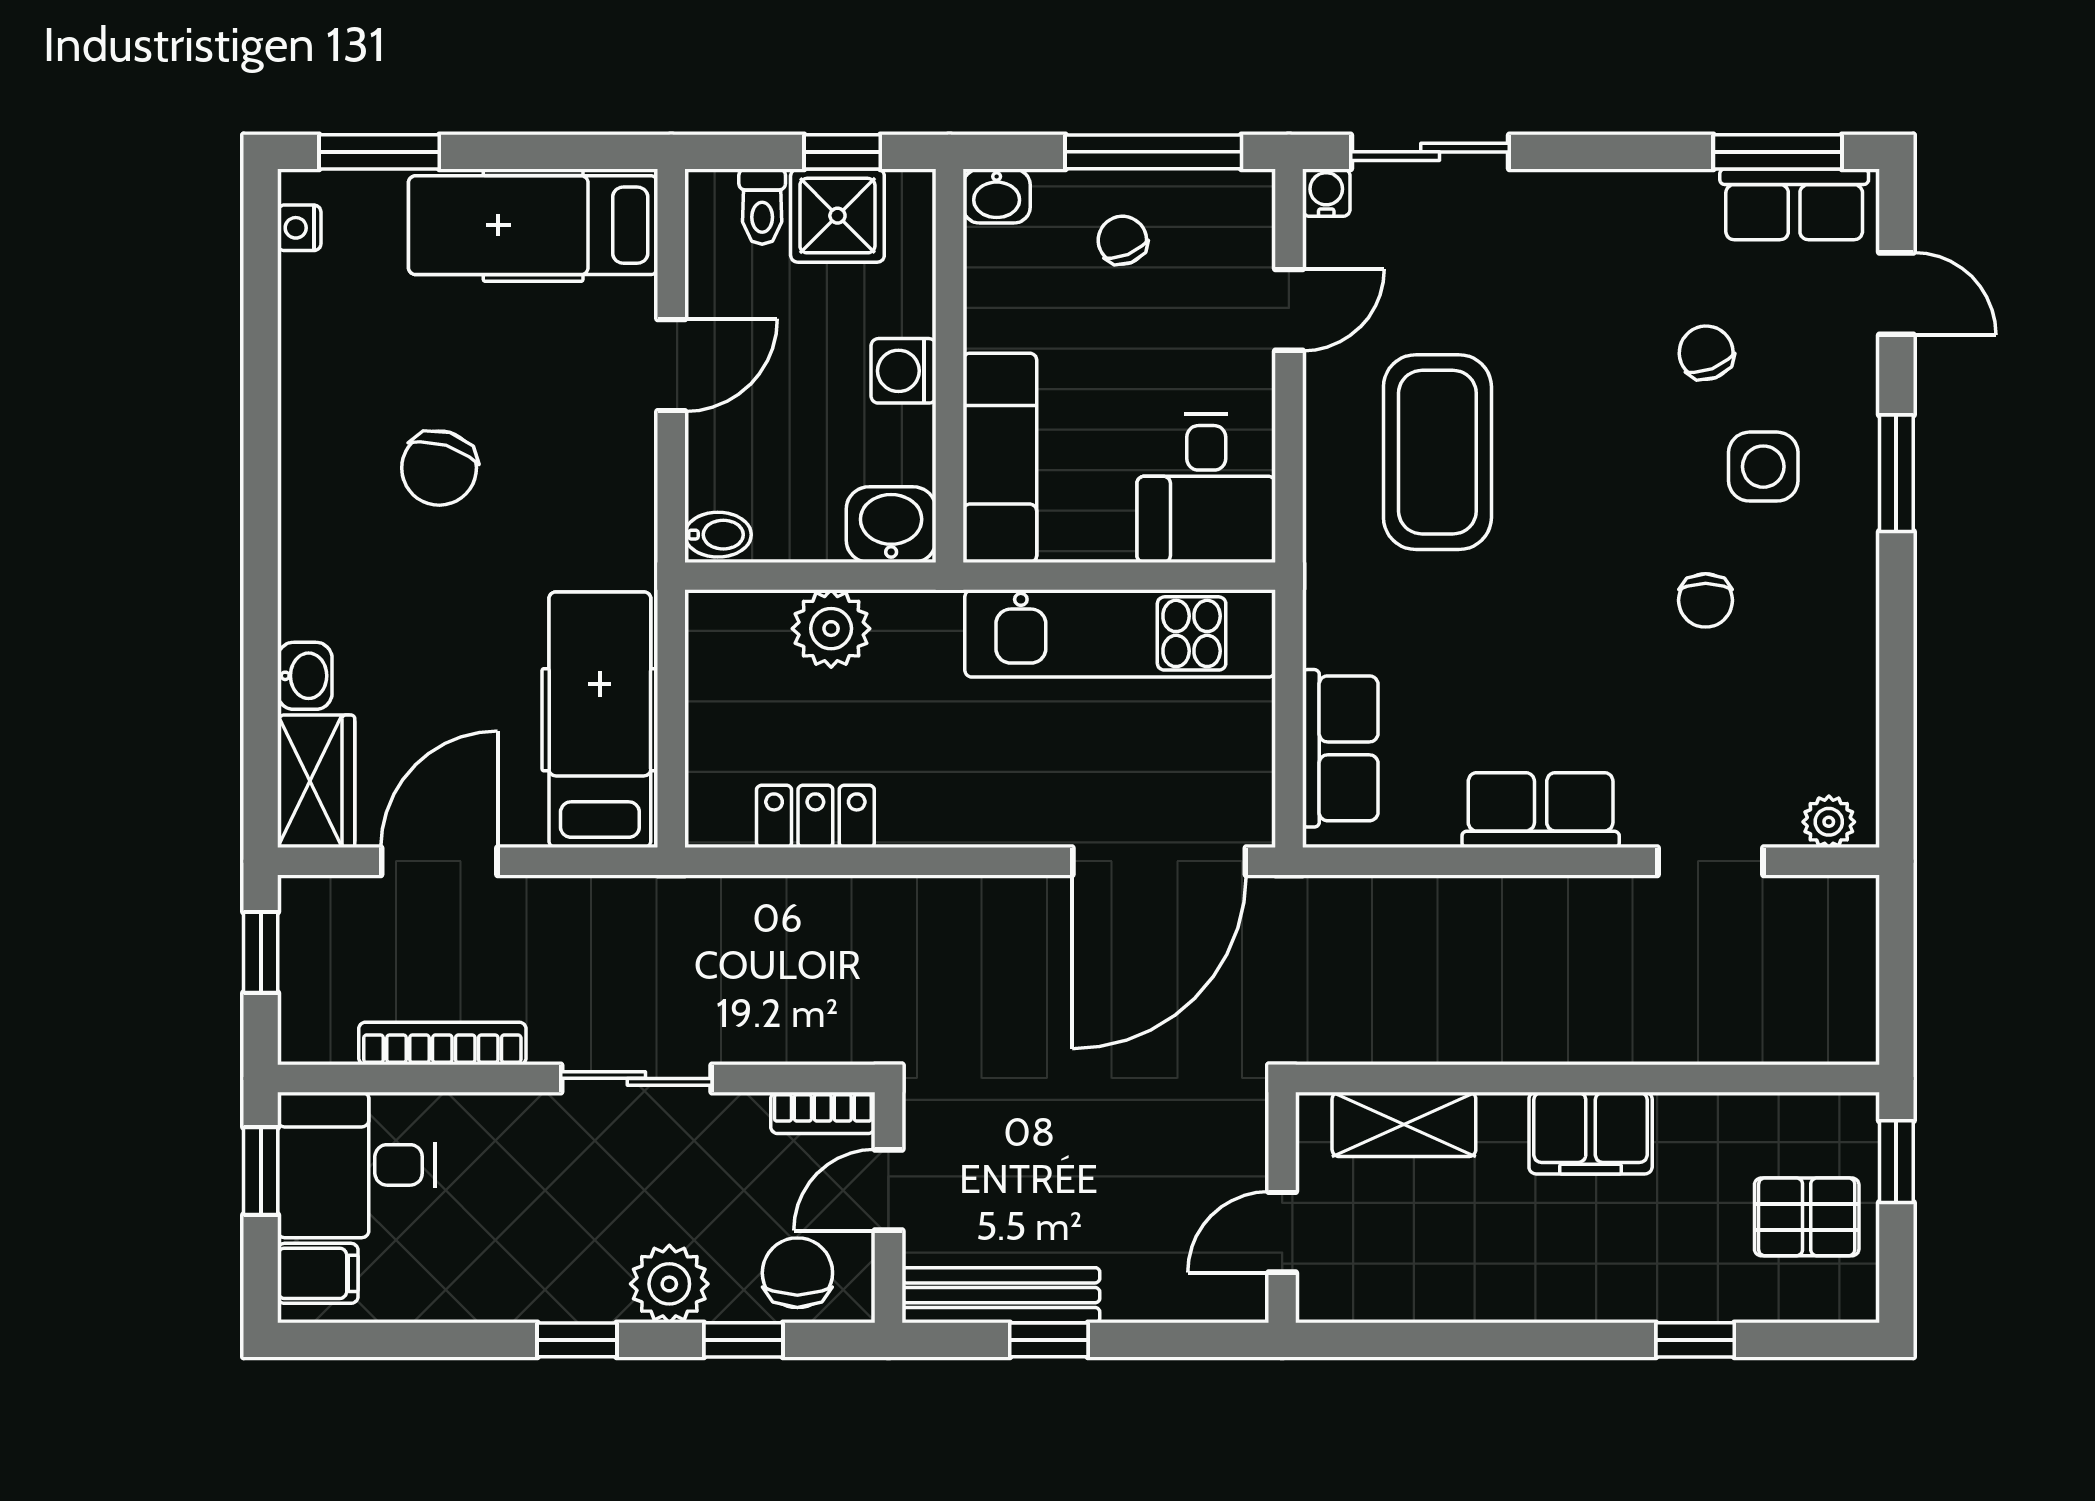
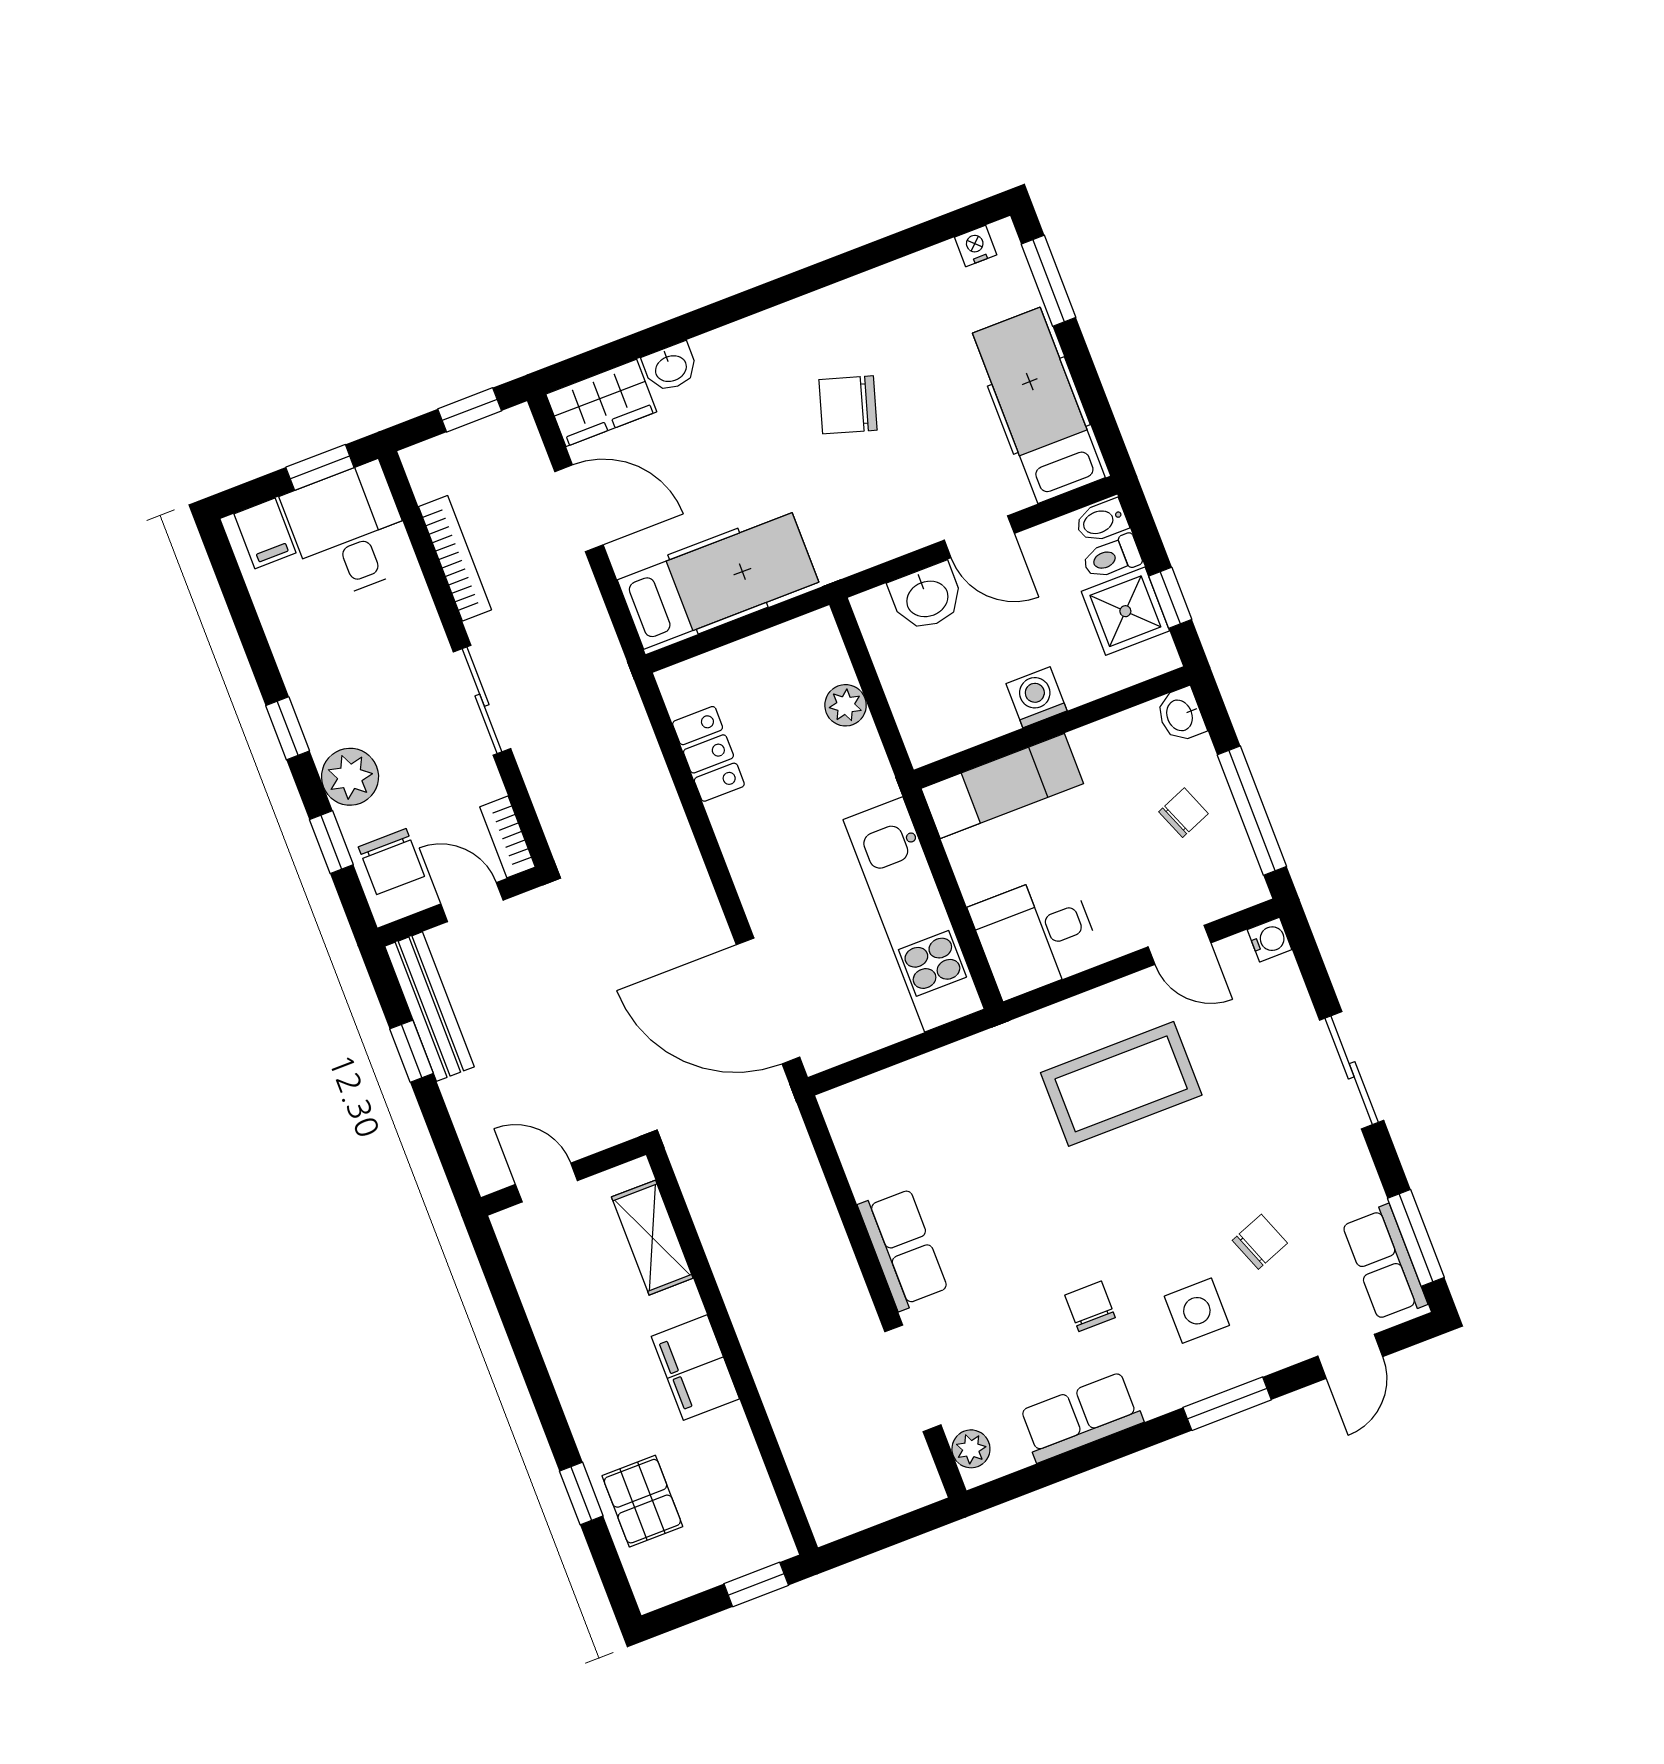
sliding door: (1430, 152) -> (1352, 1070), moved
washbasin: (891, 525) -> (927, 597), moved, turned 90
bidet: (718, 535) -> (1101, 521), moved, turned 90
chair: (1706, 600) -> (1090, 1306), turned 90
plant: (831, 629) -> (846, 705), width x0.73, depth x0.73
row of seats: (1340, 748) -> (1081, 1417), moved, turned 180
doorway: (1711, 861) -> (913, 1378), width x1.38
pallet: (1807, 1217) -> (642, 1501), moved
chair: (797, 1273) -> (391, 862), turned 90

